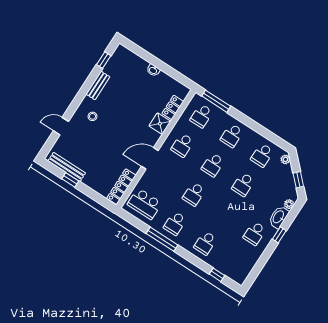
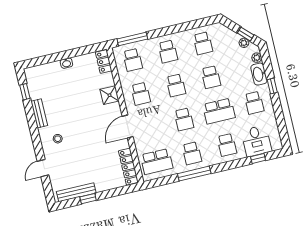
locker: (173, 107) -> (104, 62), moved
plant: (285, 159) -> (244, 43), moved
school desk: (224, 214) -> (219, 111), added
desk: (229, 261) -> (256, 141), added

